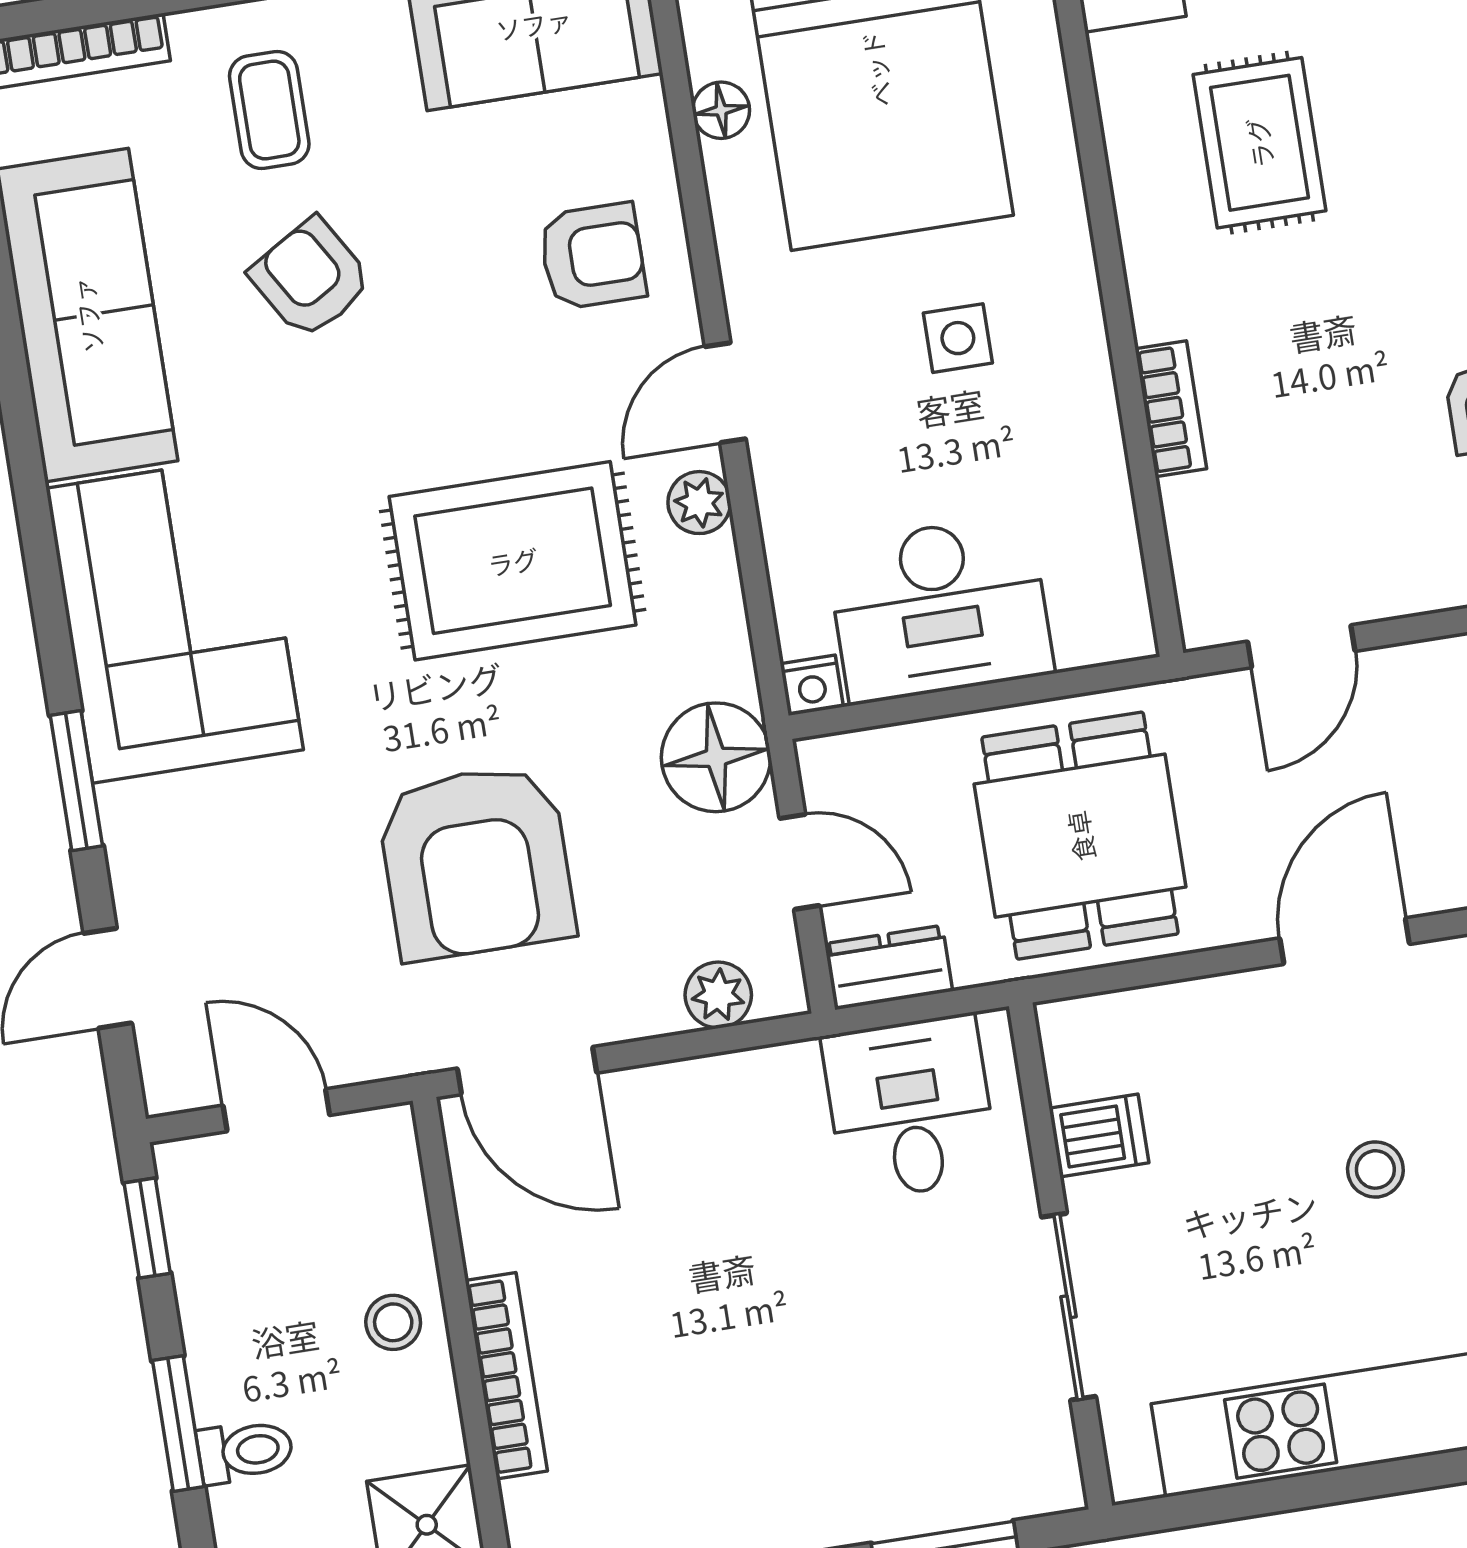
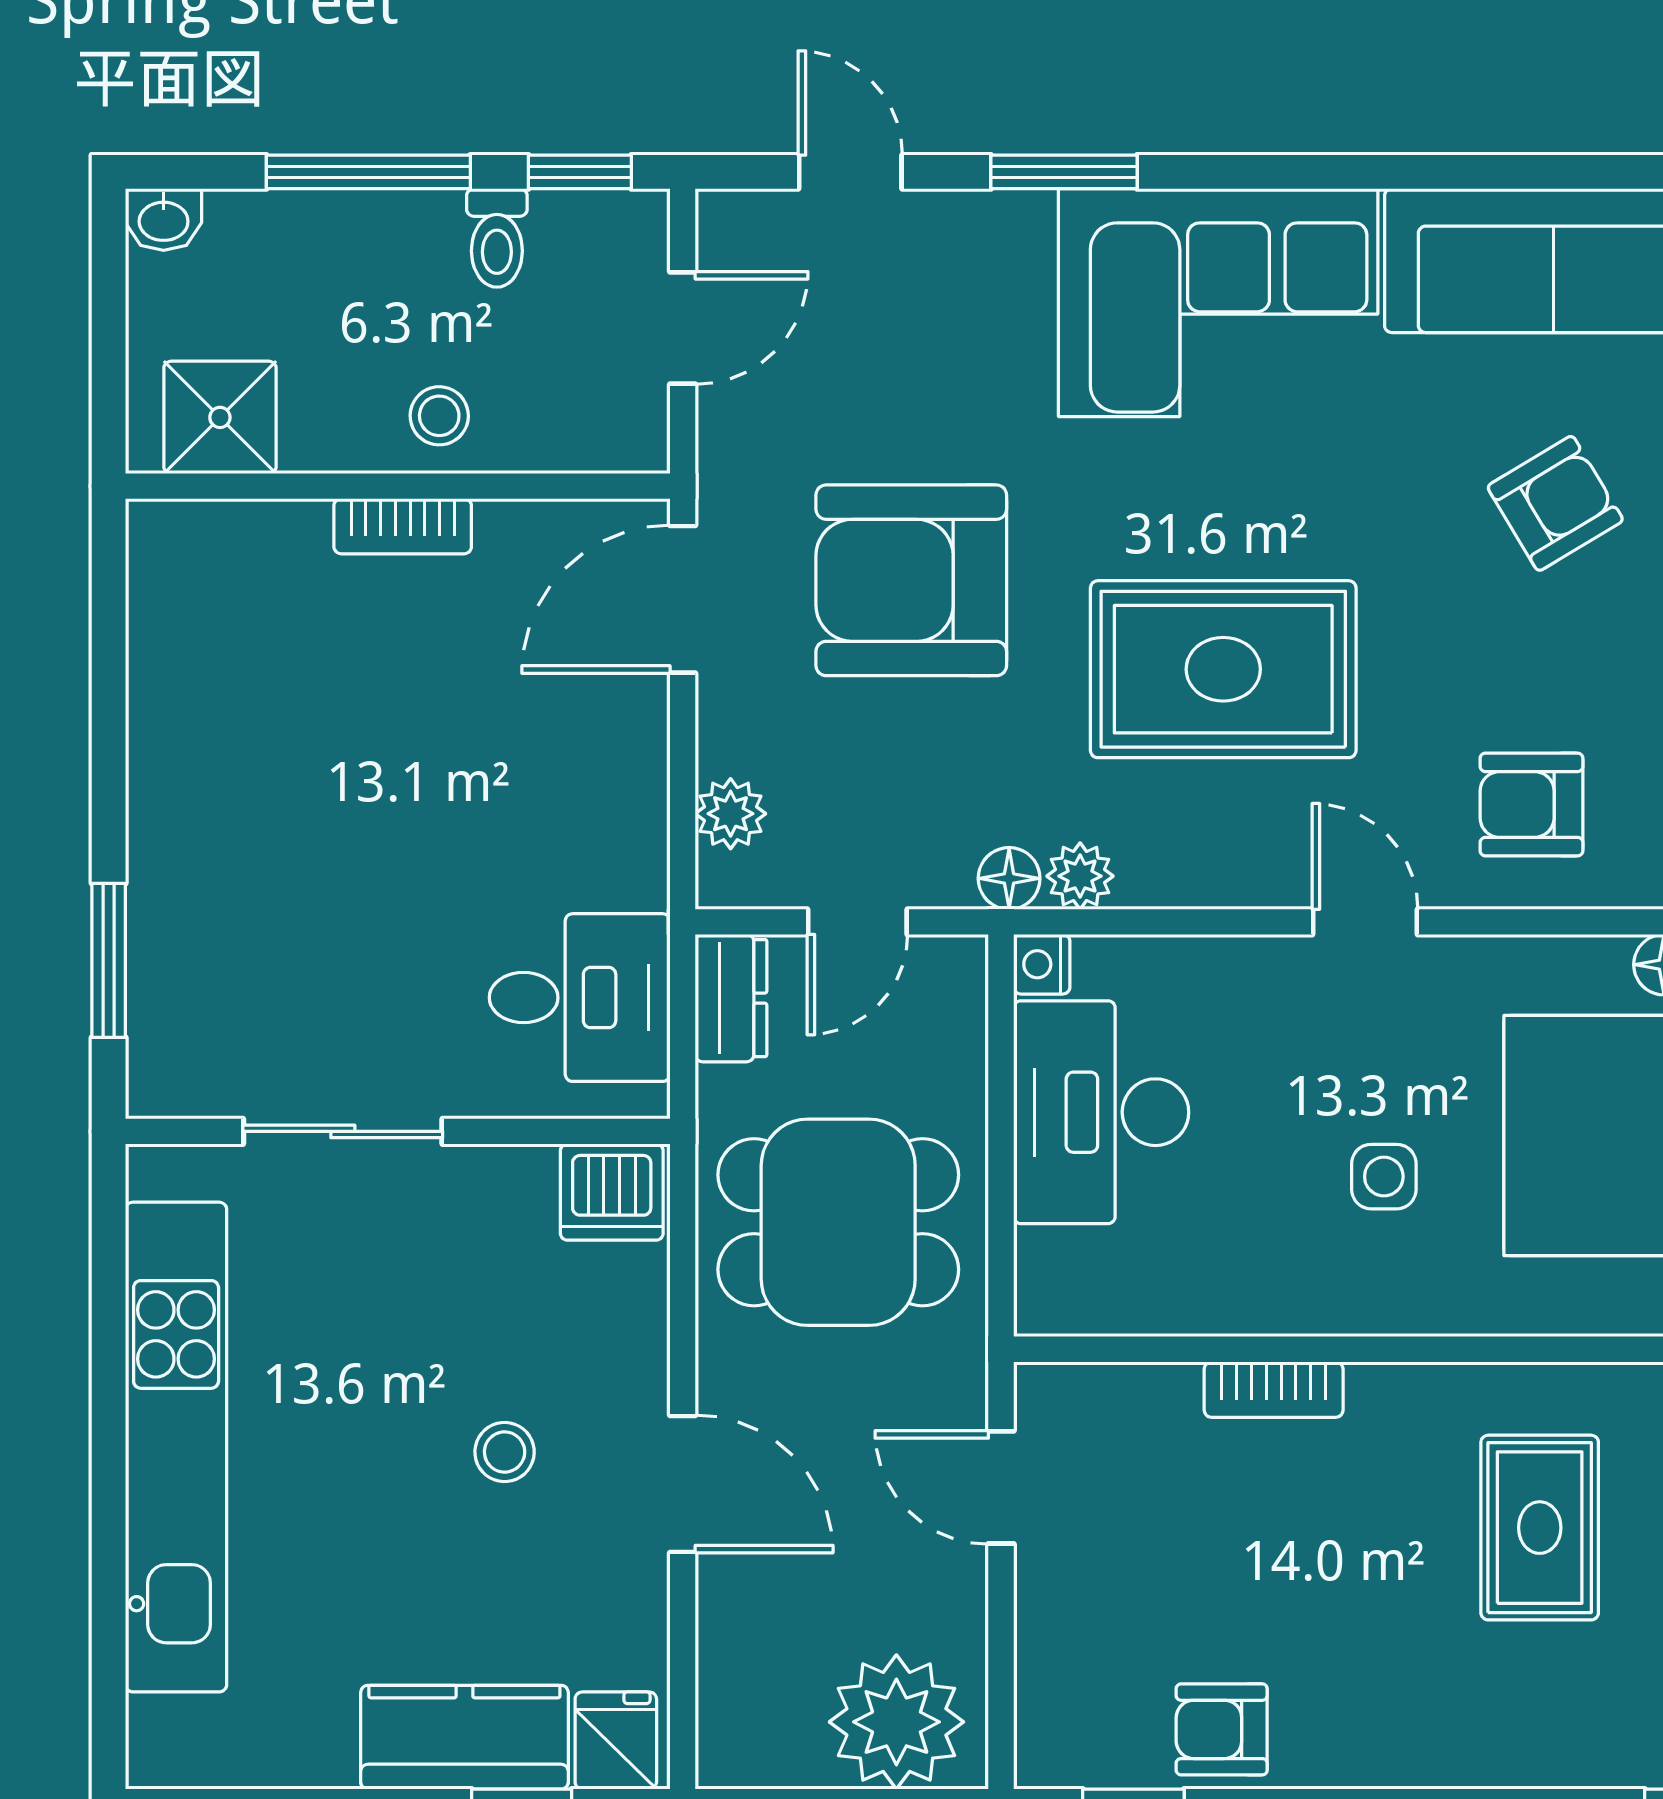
rug: (1259, 143) -> (1540, 1528), turned 90
armchair: (592, 256) -> (1531, 804), turned 90
plant: (699, 503) -> (1080, 876), moved
rug: (513, 561) -> (1223, 669), turned 90
floor lamp: (716, 757) -> (1009, 878), width x0.53, depth x0.53
dishwasher: (1099, 1135) -> (612, 1192), moved, width x1.38
stool: (1375, 1169) -> (505, 1452), moved
bookcase: (506, 1376) -> (403, 526), width x0.64
window: (178, 1424) -> (368, 172), width x1.44
toilet: (245, 1451) -> (497, 238), moved

